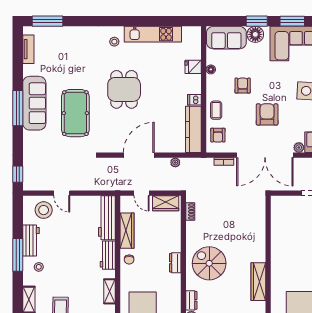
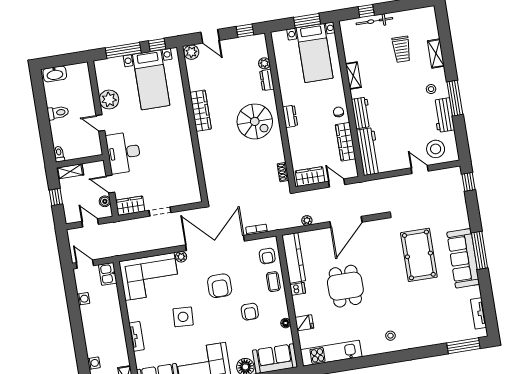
kitchen unit: (153, 34) -> (331, 353), moved
dining table: (124, 89) -> (345, 286), moved
armchair: (218, 135) -> (267, 256), turned 180

